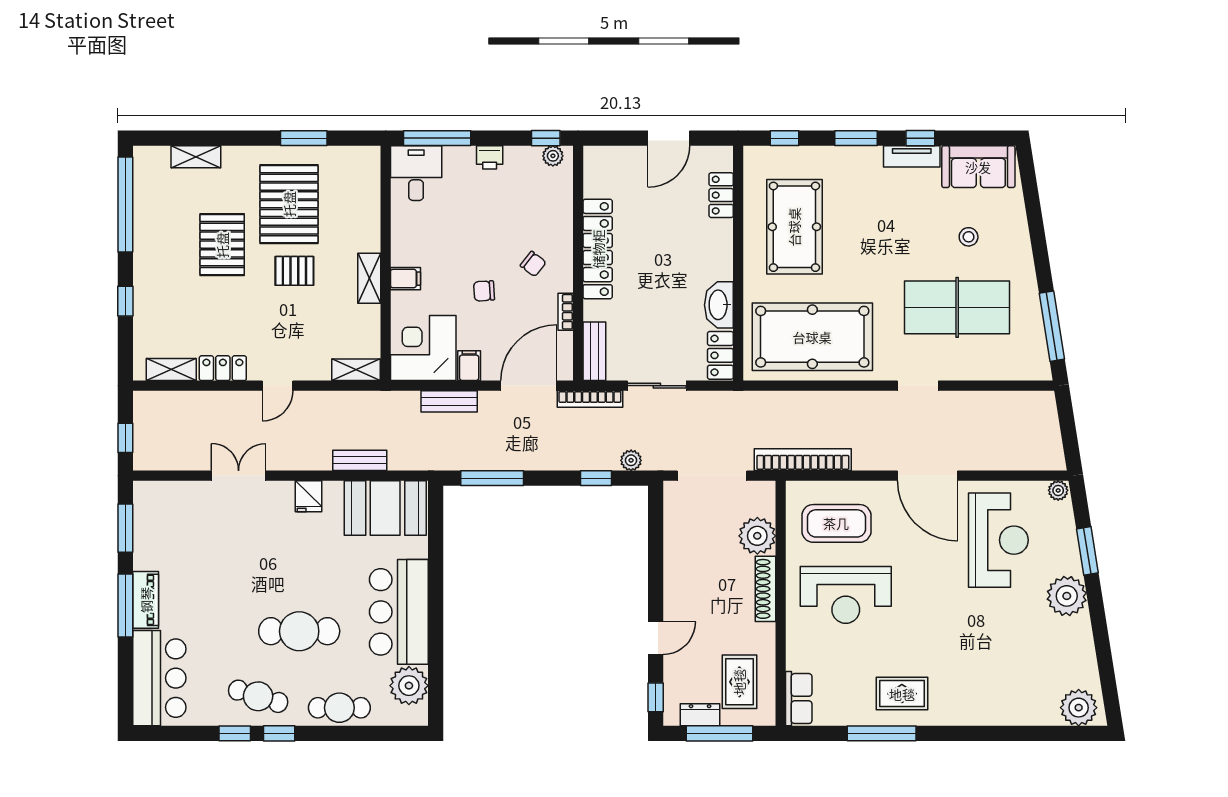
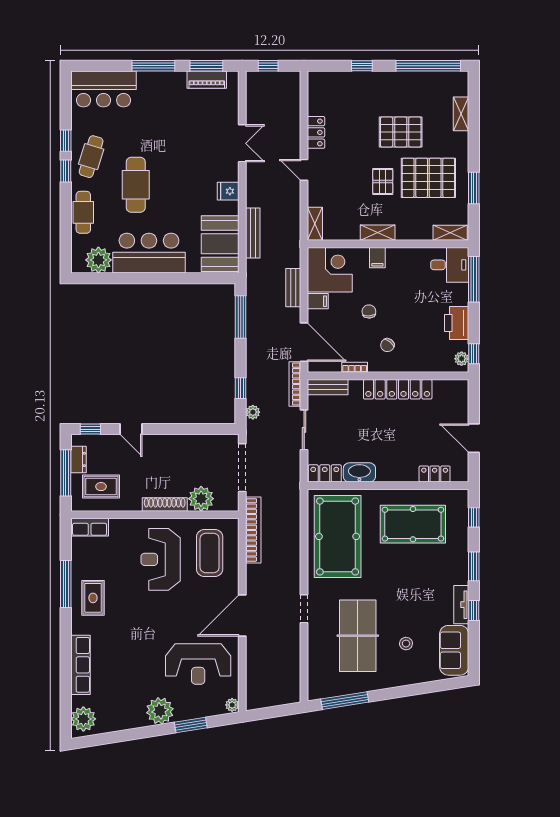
printer: (490, 157) -> (457, 323), width x1.87, depth x1.48
shelving: (171, 369) -> (450, 233), moved, turned 90
bench: (360, 460) -> (253, 233), width x1.36
piano: (146, 600) -> (207, 80), moved
row of seats: (1000, 712) -> (80, 665), added

